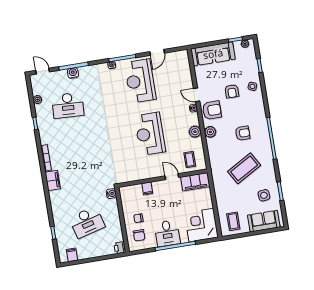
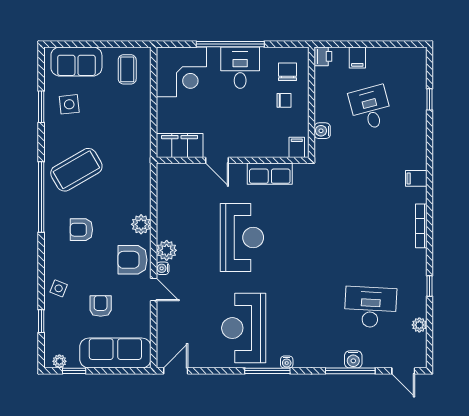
door: (157, 52) -> (176, 371), moved
reception desk: (140, 81) -> (244, 328), turned 180
armchair: (232, 91) -> (101, 306), moved
plant: (195, 132) -> (167, 250), moved
armchair: (243, 133) -> (81, 230), moved
coffee table: (190, 160) -> (183, 184), removed
coffee table: (244, 168) -> (76, 170), moved
row of seats: (140, 174) -> (270, 174), added
filing cabinet: (53, 180) -> (416, 178), width x0.50
filing cabinet: (147, 188) -> (297, 147), moved
water cooler: (111, 194) -> (322, 131), moved
desk: (87, 222) -> (371, 108), width x0.73
filing cabinet: (72, 255) -> (357, 57), moved

